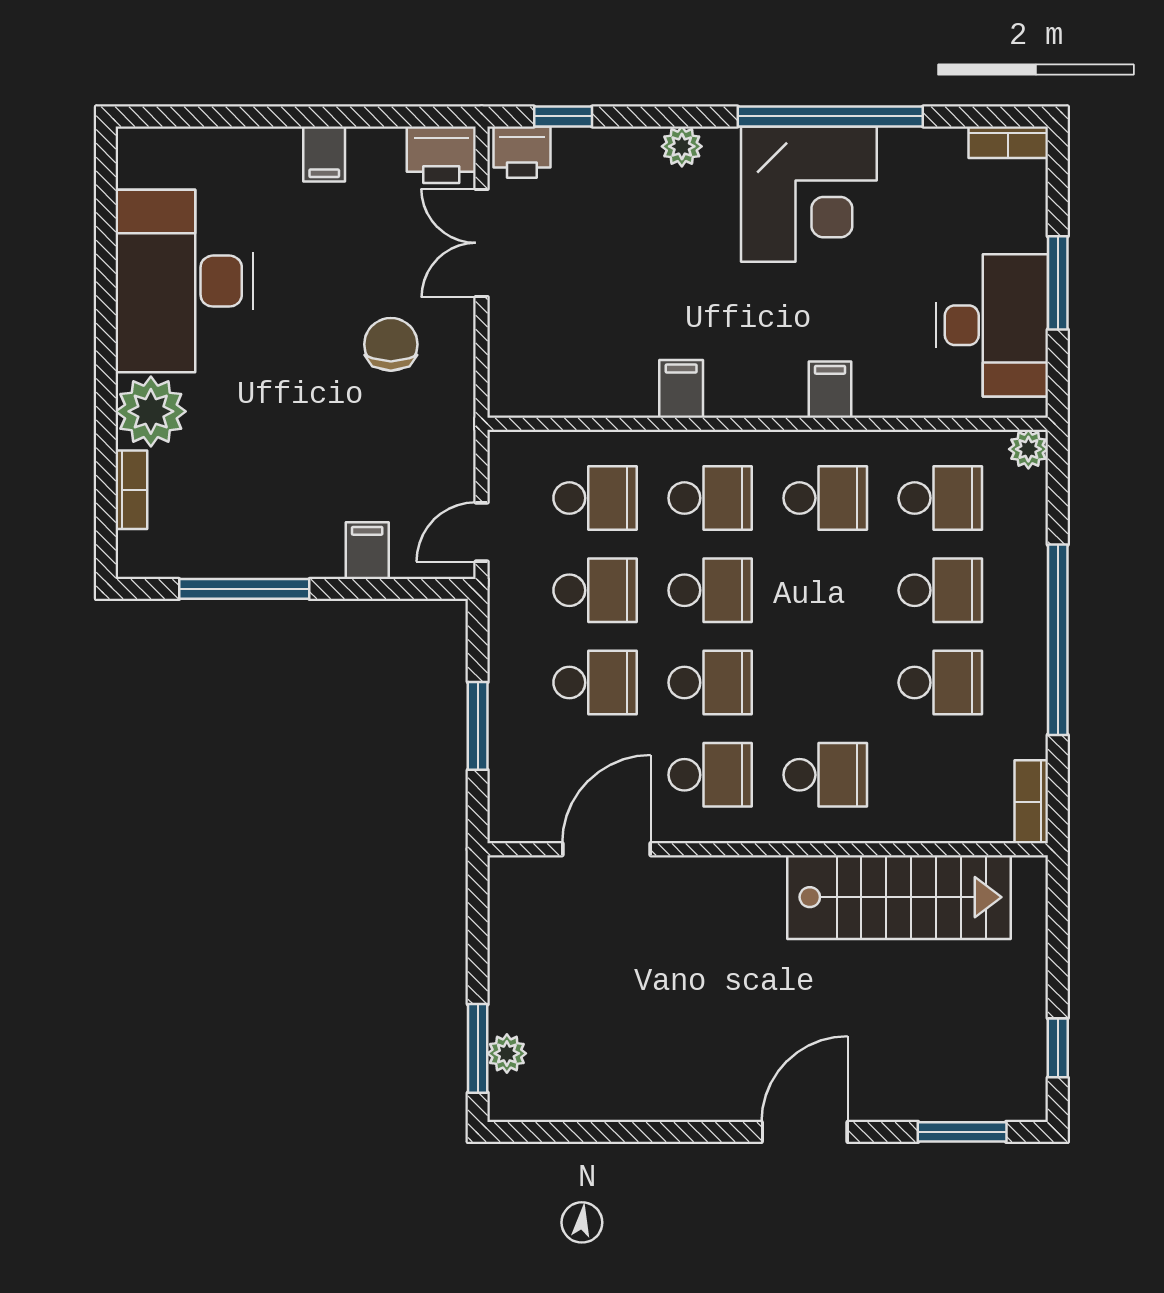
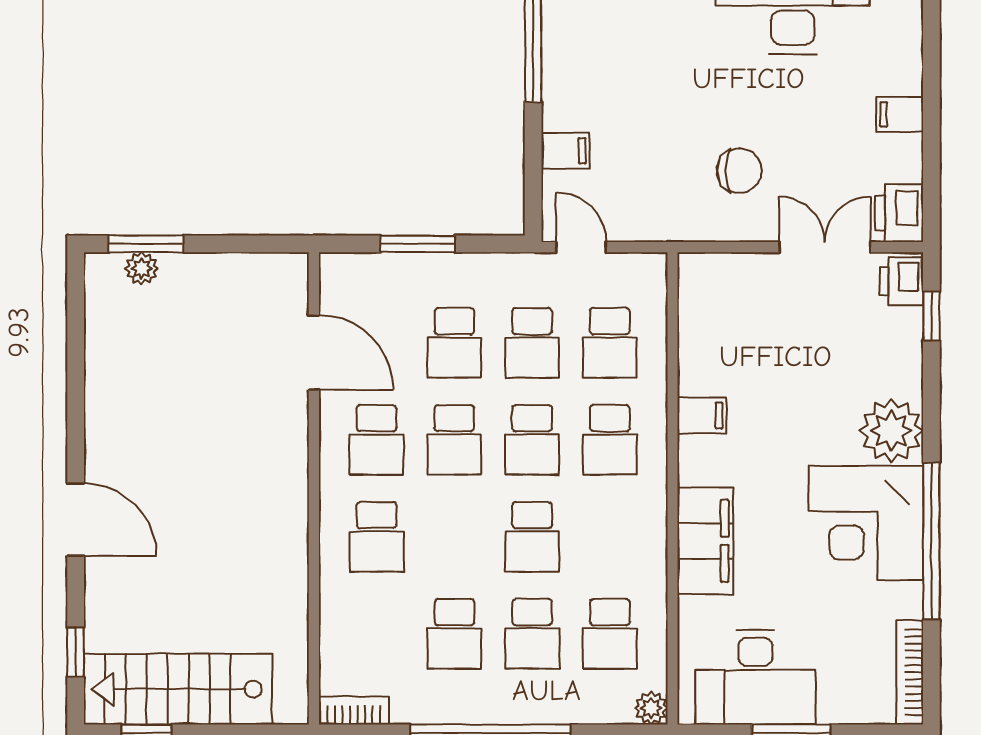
bookcase: (1008, 142) -> (910, 672), width x1.56
plant: (682, 146) -> (891, 431), width x1.88, depth x1.88
filing cabinet: (830, 390) -> (705, 541), width x3.00, depth x1.17
school desk: (825, 498) -> (532, 537), moved
stairs: (899, 897) -> (178, 689), moved, turned 90
window: (962, 1132) -> (76, 652), width x0.67

